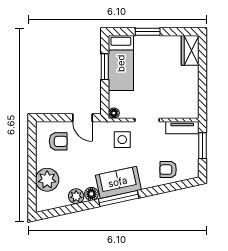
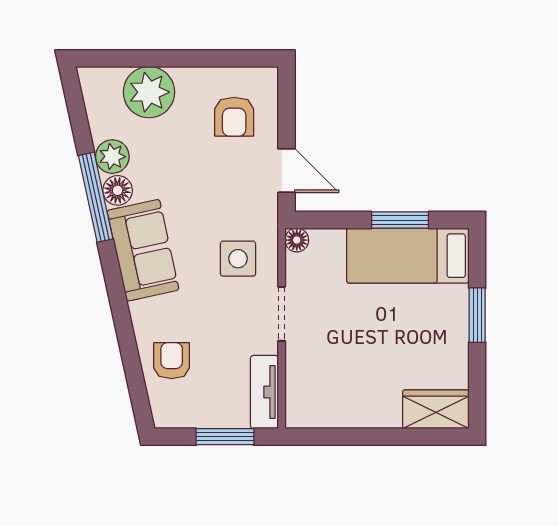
door: (82, 118) -> (286, 171), swing flipped
window: (119, 199) -> (96, 197), moved

